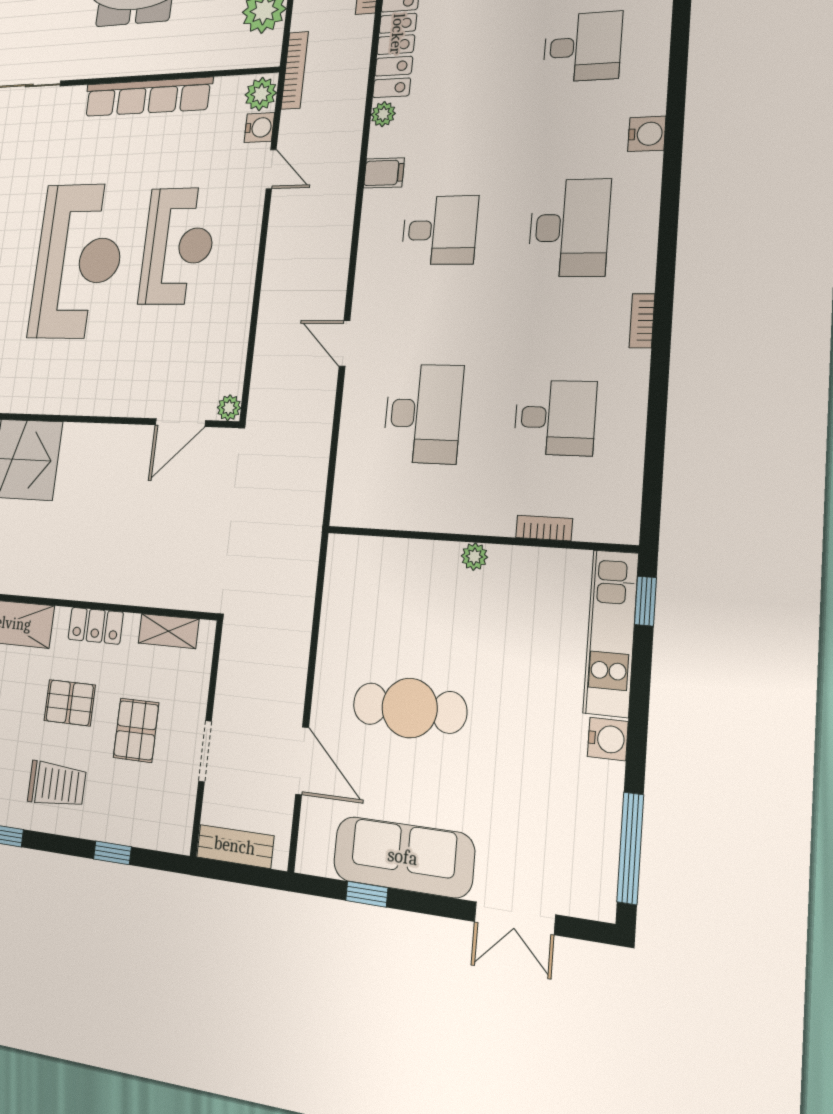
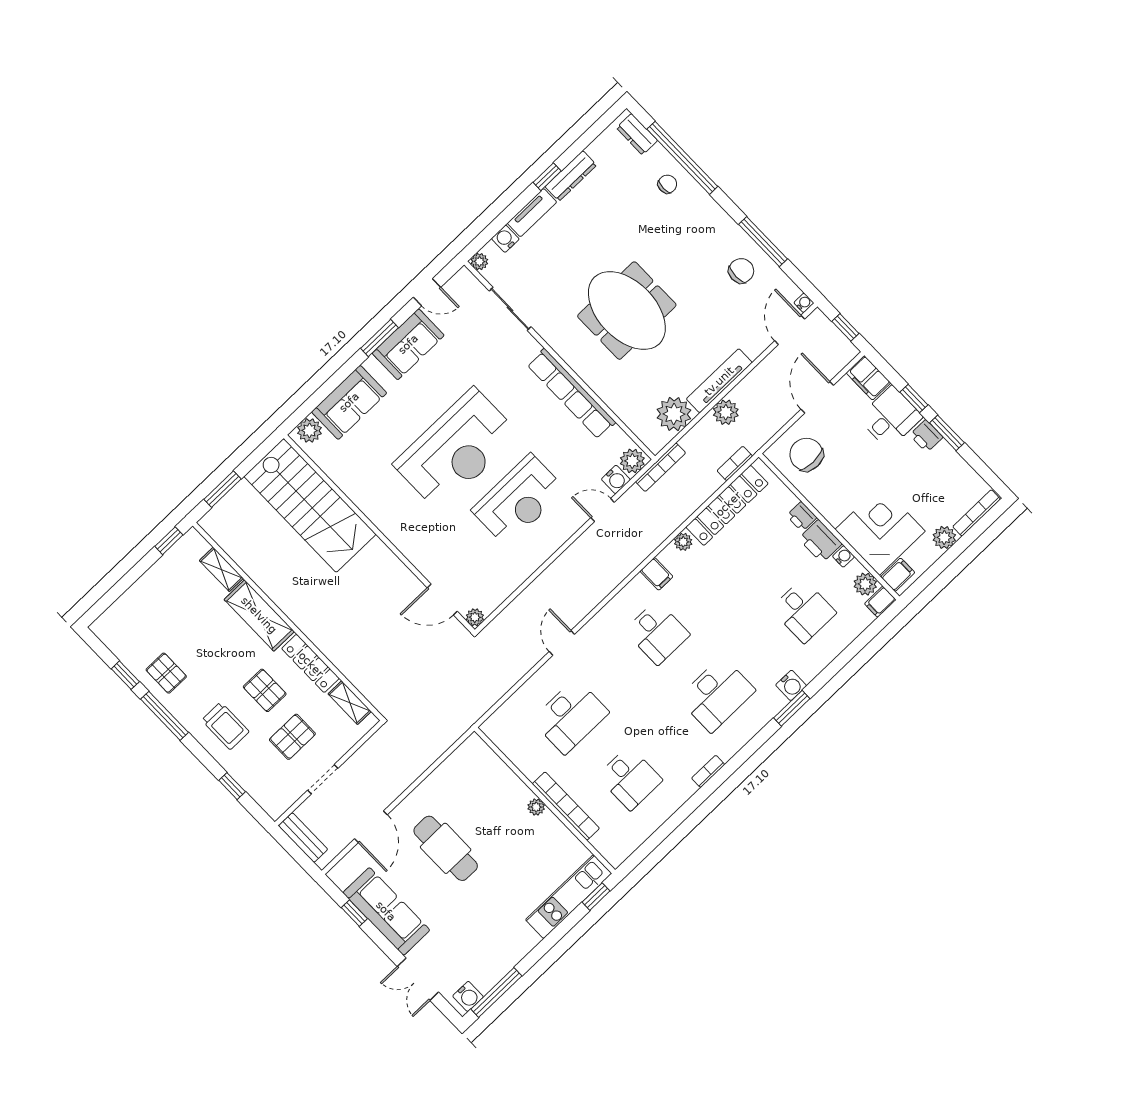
window: (673, 157) -> (792, 708), added
door: (271, 169) -> (603, 510), swing flipped
bookcase: (544, 528) -> (566, 806), width x2.31, depth x1.31
locker: (96, 626) -> (310, 663), width x1.53
water cooler: (608, 739) -> (468, 996), moved

